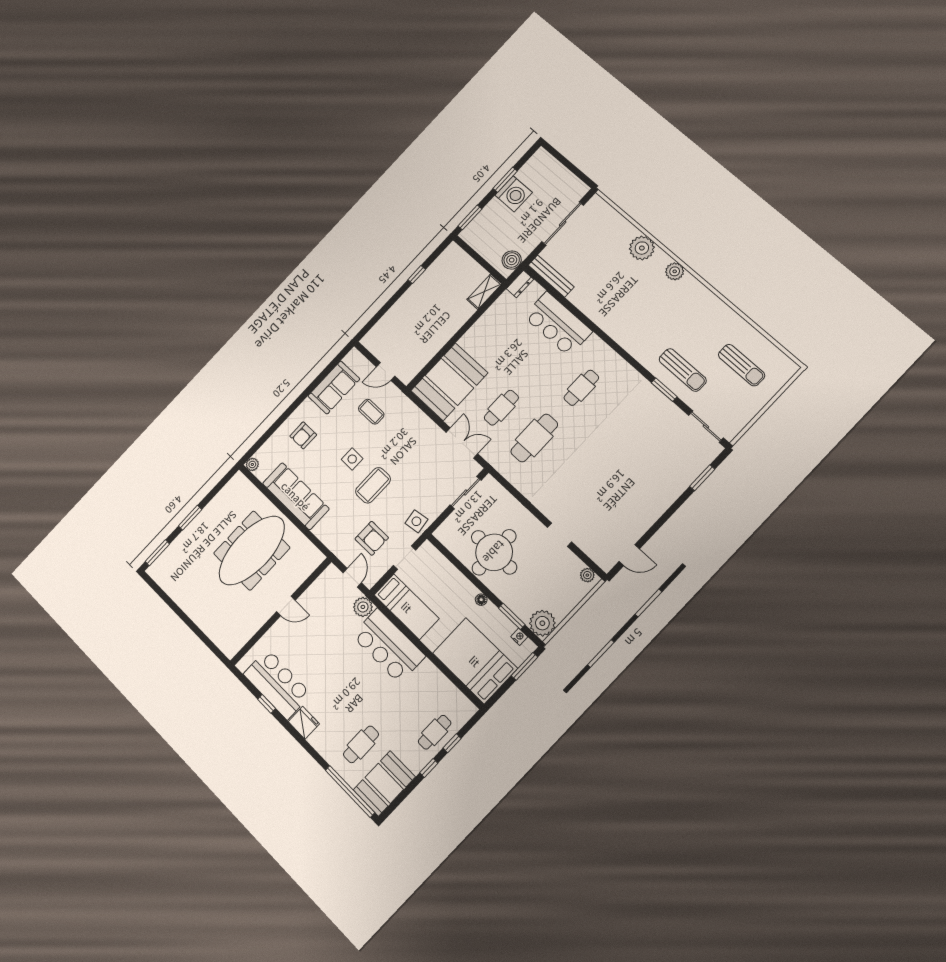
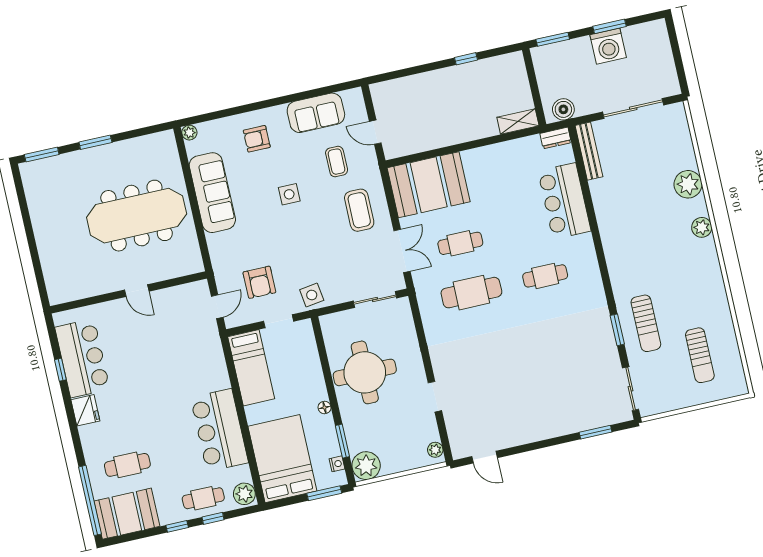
coffee table: (373, 485) -> (359, 210), moved, turned 90
plant: (363, 607) -> (244, 494), moved
bar counter: (388, 646) -> (219, 430), moved

